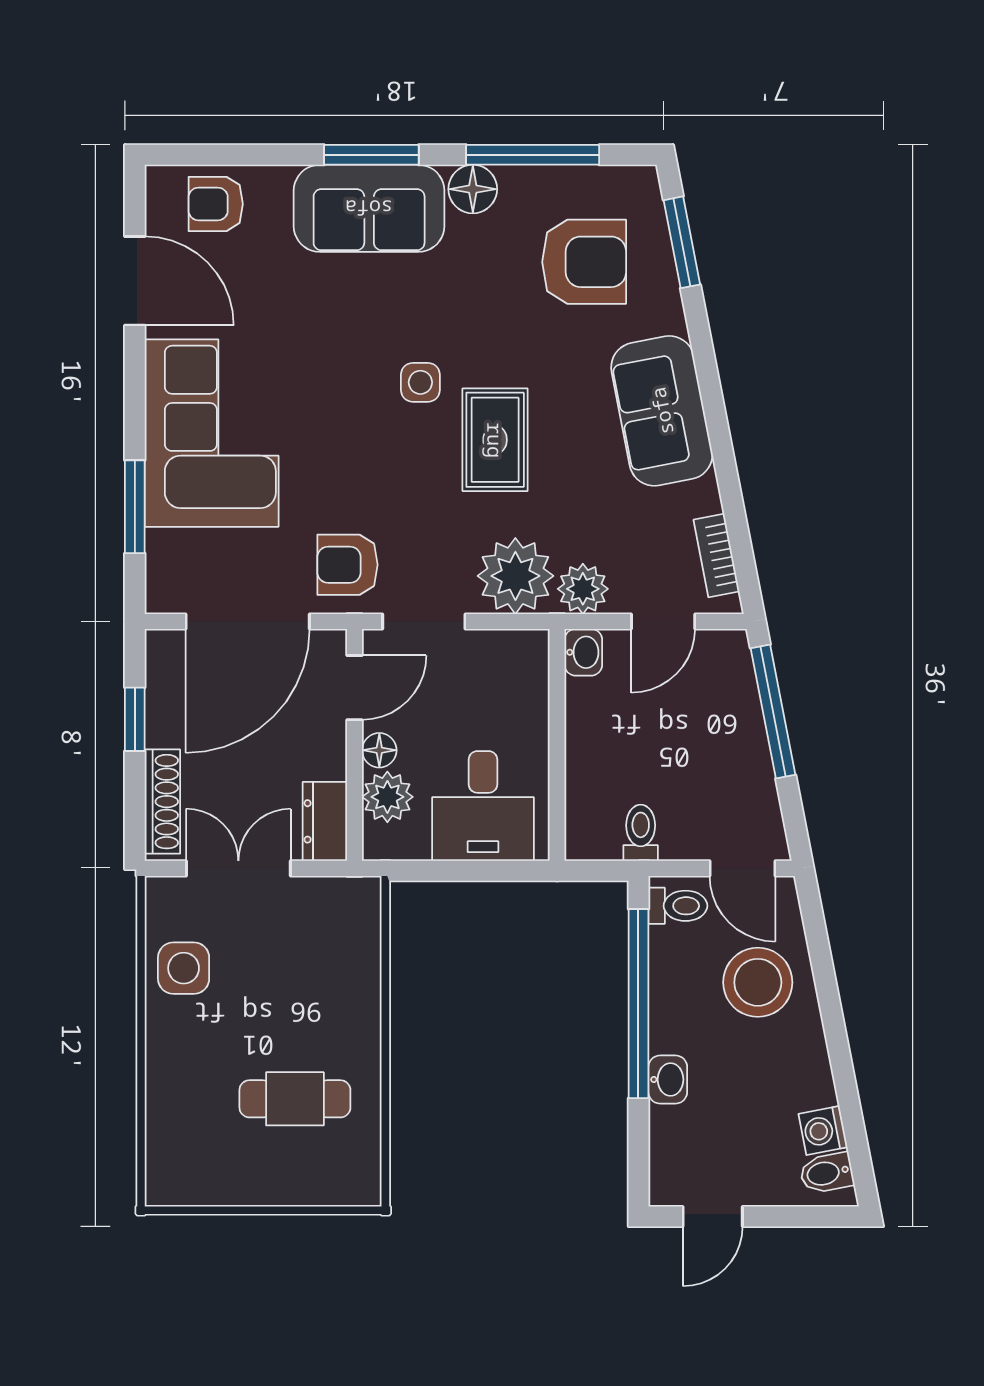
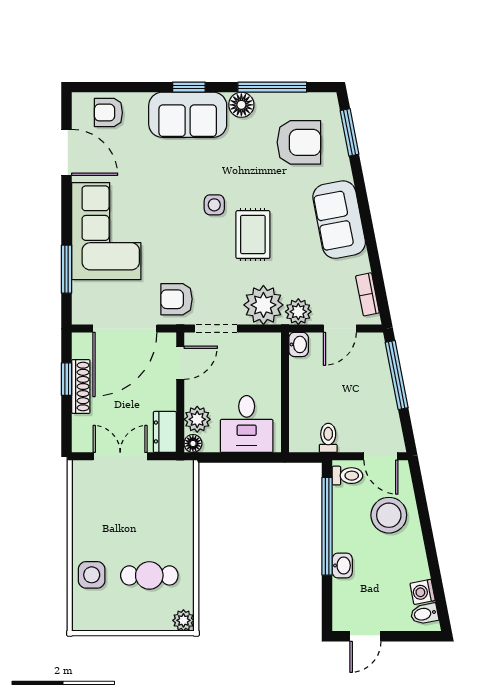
window: (371, 155) -> (189, 87), width x0.67
floor lamp: (379, 750) -> (193, 443), moved
shoe rack: (162, 802) -> (81, 387), moved
side table: (184, 968) -> (92, 575), moved
plant: (361, 1186) -> (183, 620), added

